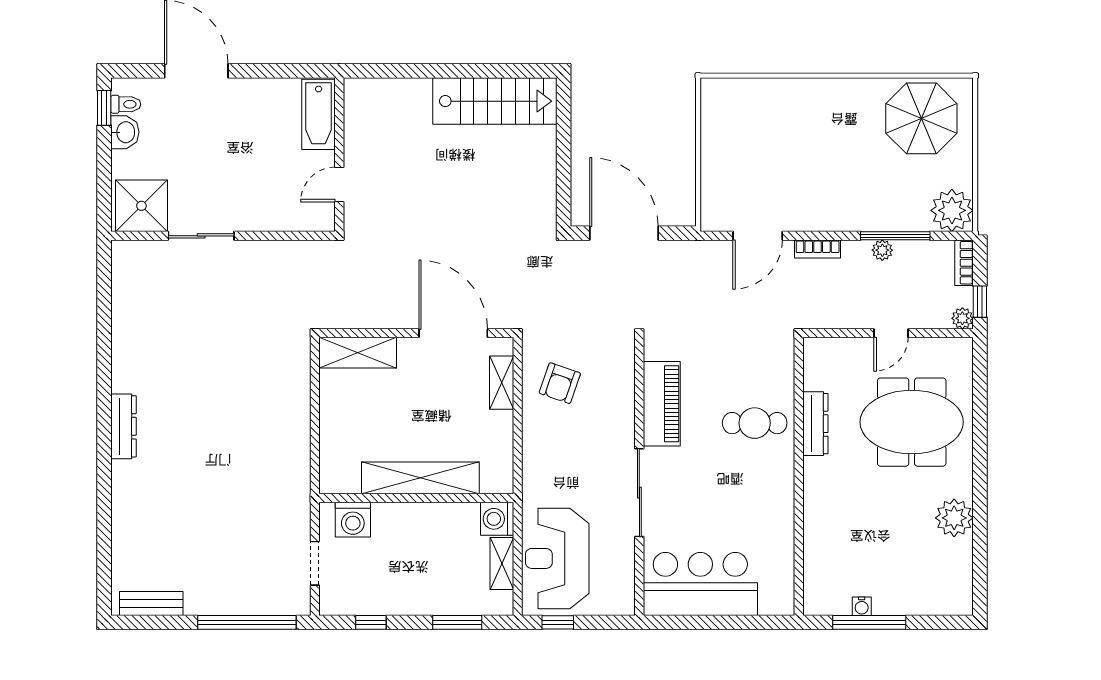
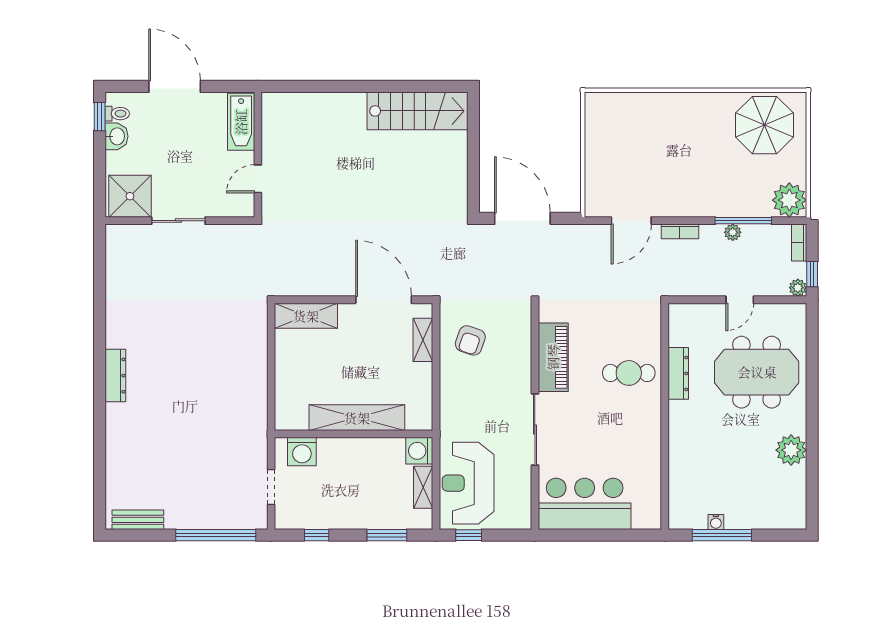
bathtub: (319, 114) -> (241, 122), moved
wall: (339, 155) -> (258, 155), moved
door: (339, 184) -> (258, 179), moved

